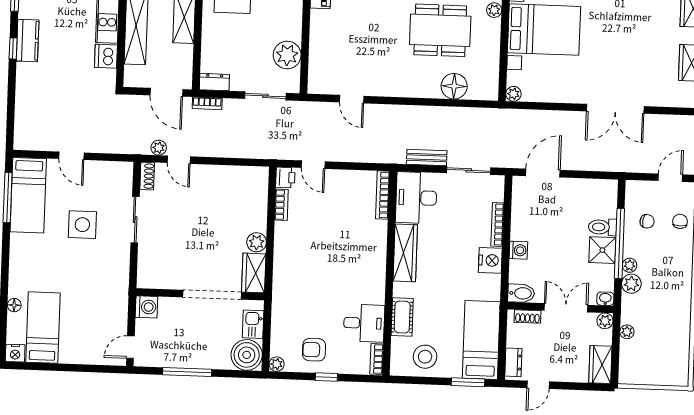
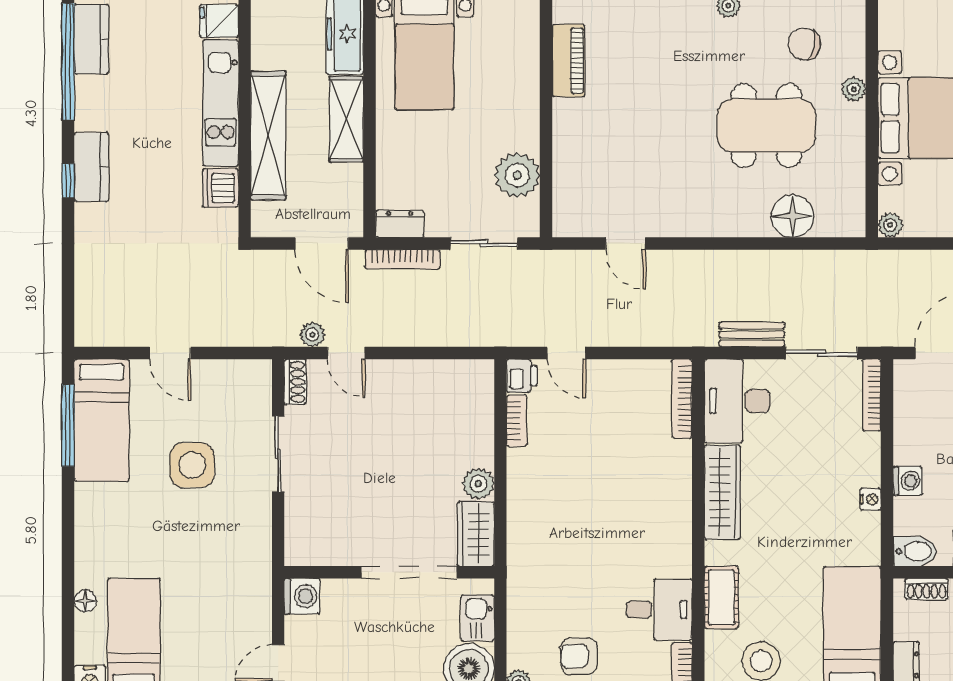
bookcase: (207, 103) -> (403, 259), width x1.56
bookcase: (497, 225) -> (872, 395), moved
nightstand: (490, 260) -> (871, 499), width x0.53, depth x0.56

